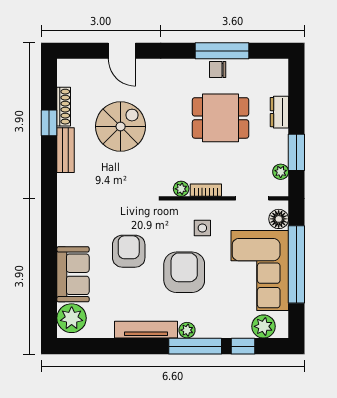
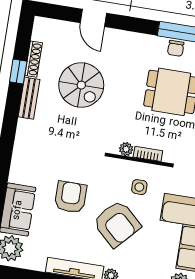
chair: (218, 69) -> (176, 48), turned -90
spiral stairs: (121, 126) -> (81, 85), turned 90
armchair: (184, 272) -> (117, 224), turned 133

